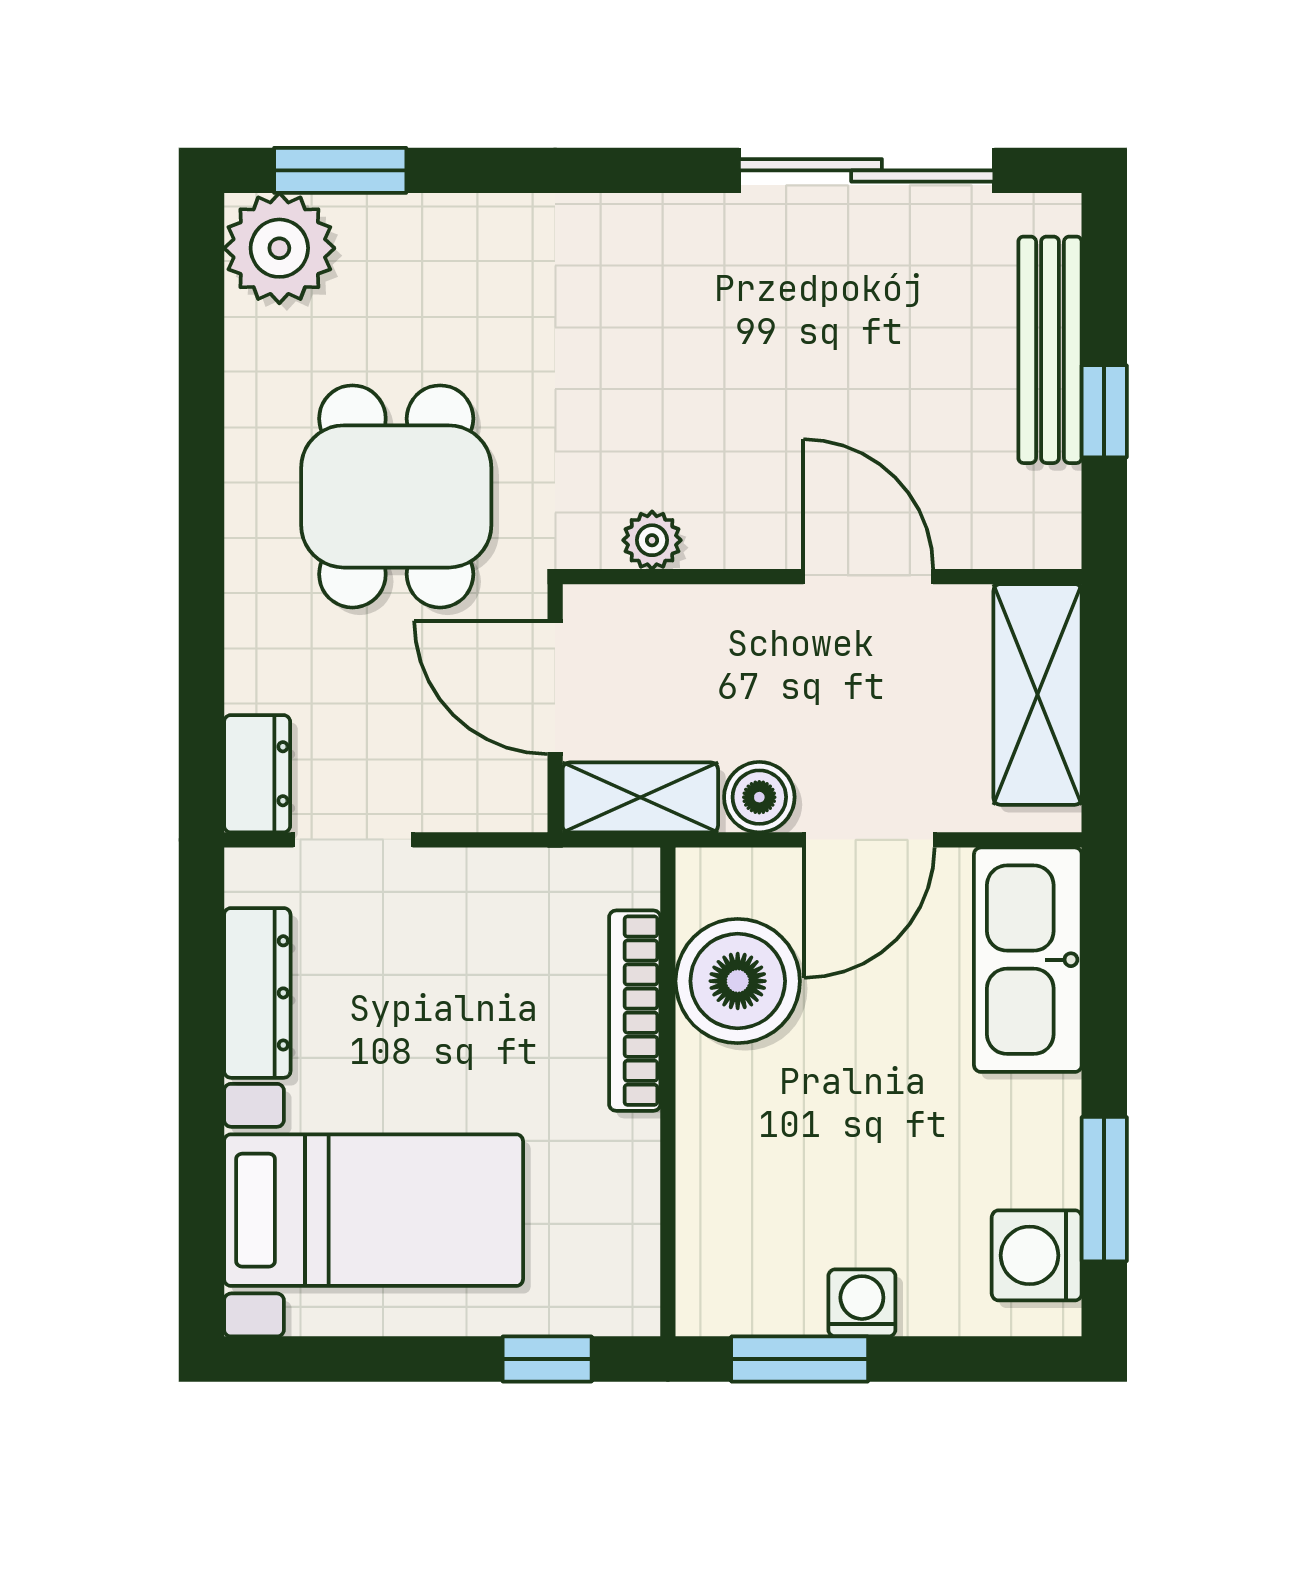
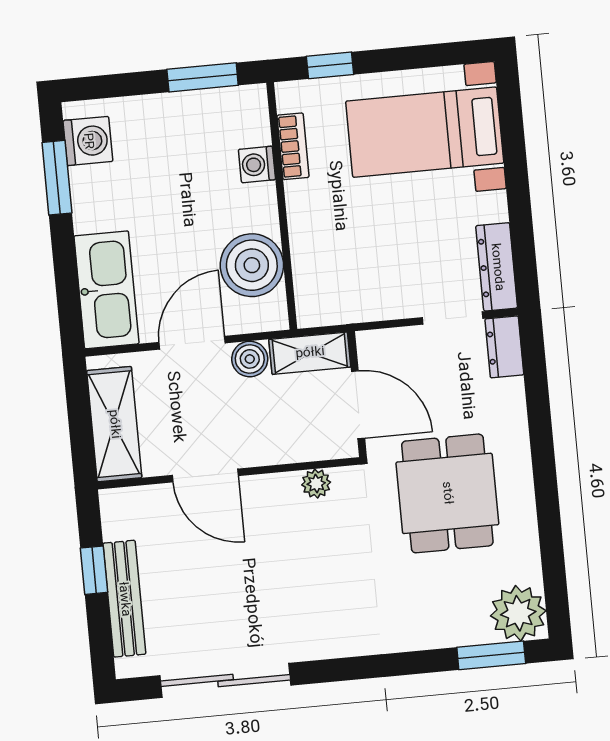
dresser: (257, 993) -> (497, 267), moved
bookcase: (635, 1011) -> (293, 146), moved, width x0.64
washing machine: (862, 1303) -> (257, 165), moved, turned 90

